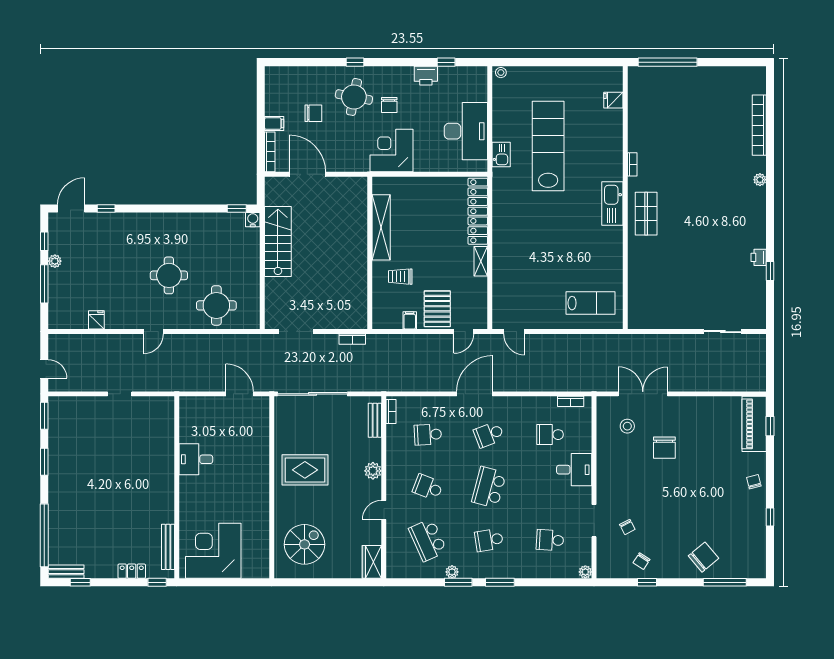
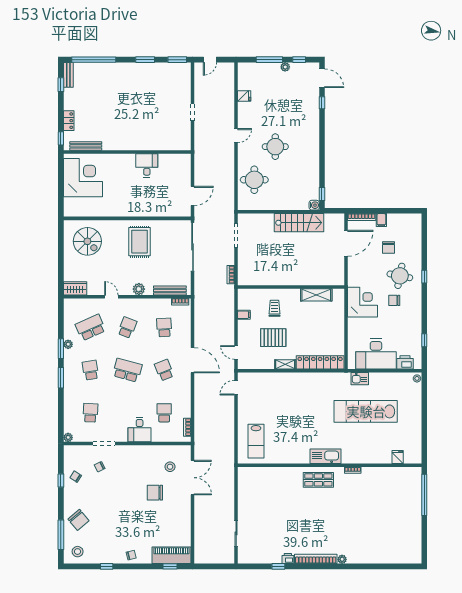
printer: (426, 76) -> (405, 362), moved, turned 90
bookcase: (759, 125) -> (316, 559), moved
lab bench: (548, 146) -> (366, 411), turned 180
shelving: (381, 227) -> (316, 295), width x0.68
pallet: (437, 309) -> (273, 338), moved
door: (153, 332) -> (236, 136), swing flipped
bench: (375, 420) -> (170, 291), width x1.36
stool: (749, 559) -> (78, 552), added

